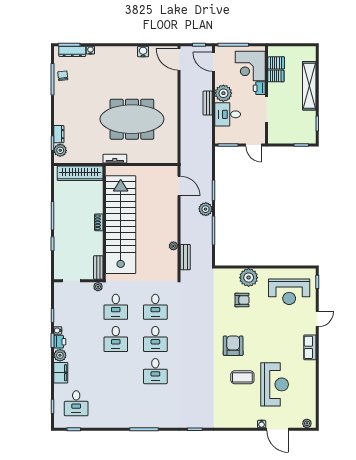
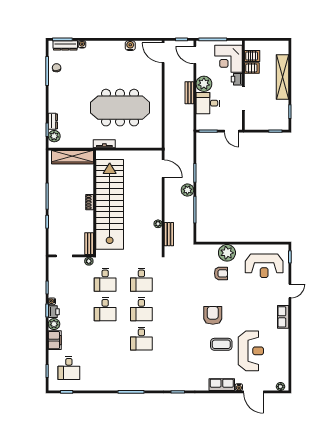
row of seats: (243, 421) -> (222, 385), added

